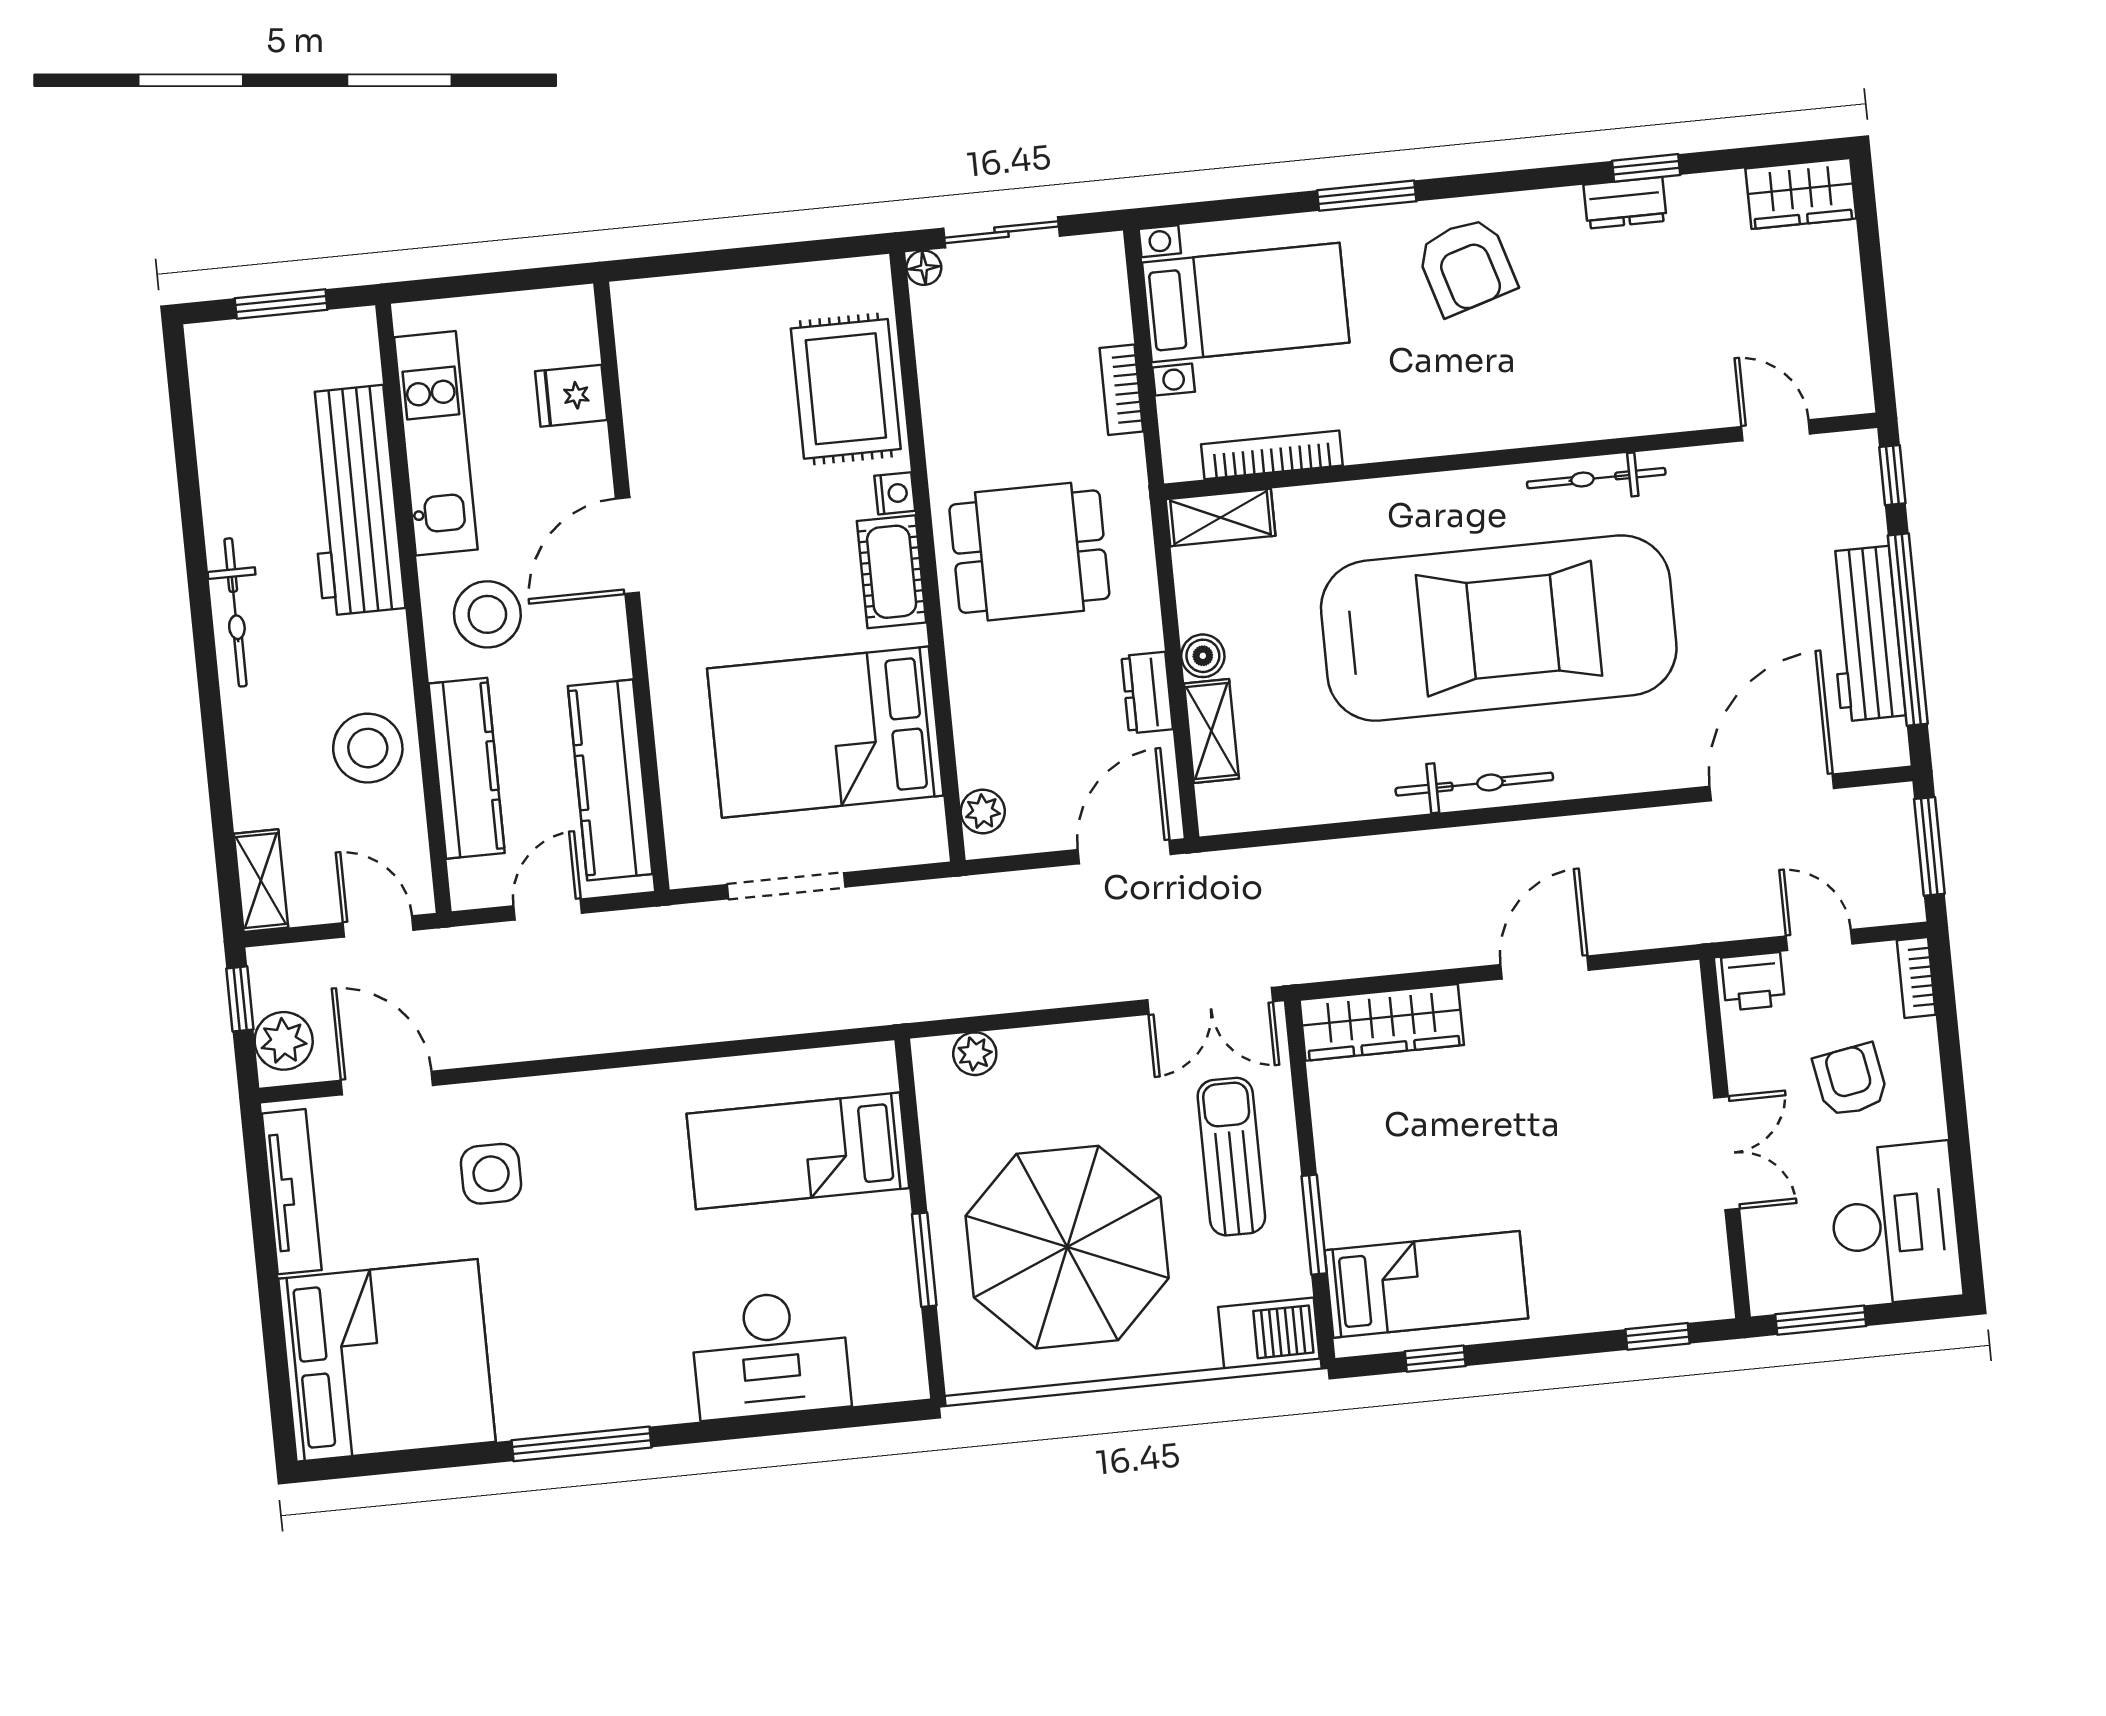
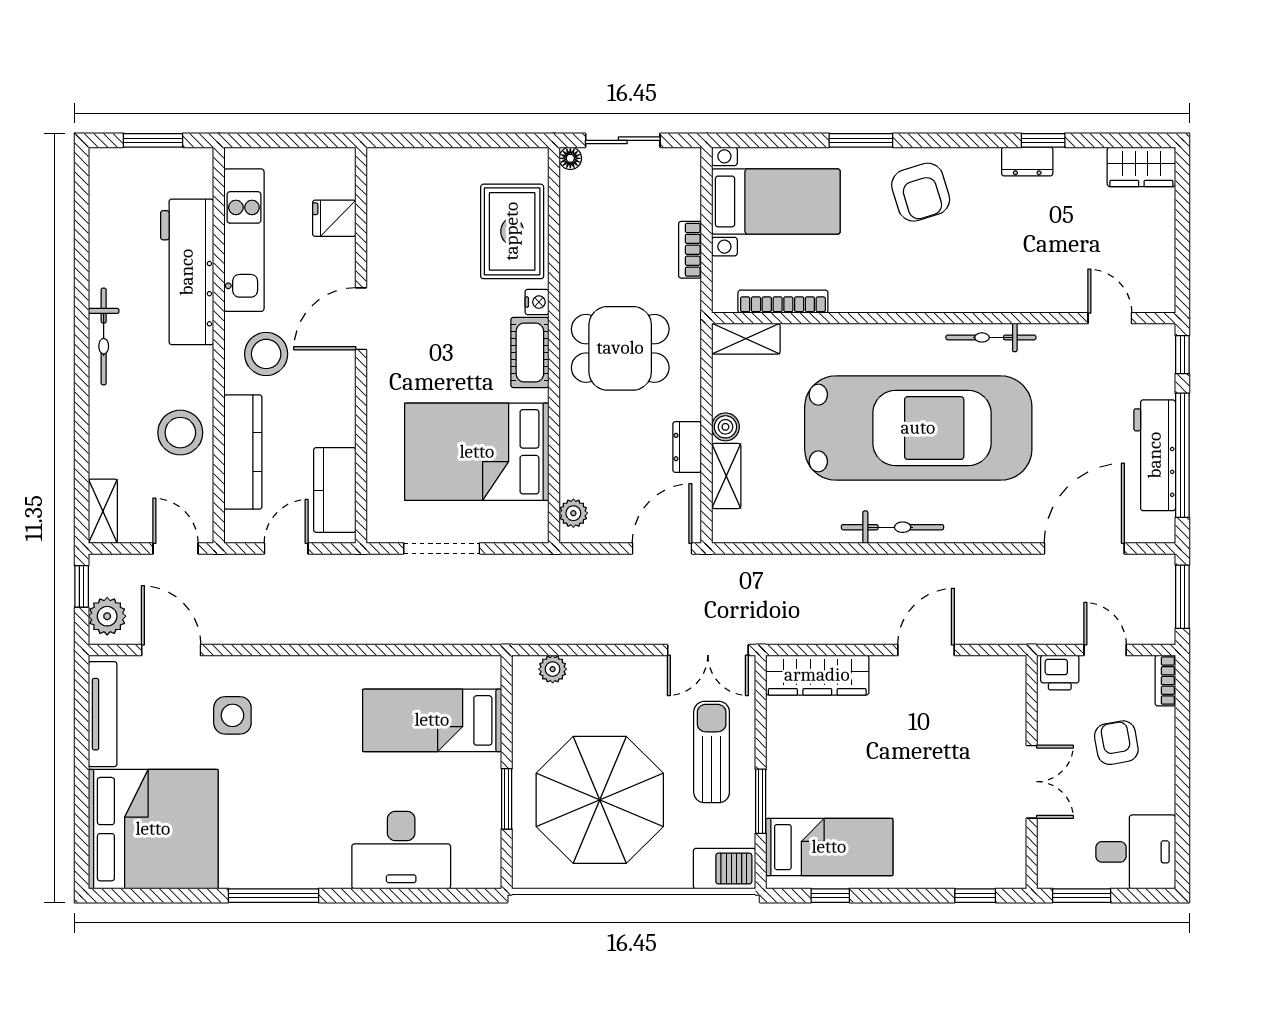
kitchen counter: (610, 780) -> (335, 490), width x0.67
desk: (1895, 1224) -> (1136, 852), width x0.73

